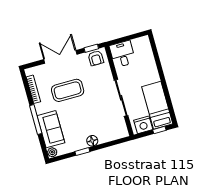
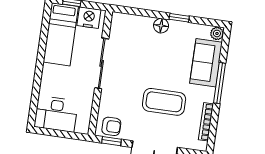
desk: (122, 54) -> (56, 114), moved, width x1.37
armchair: (96, 58) -> (111, 126), turned 90

